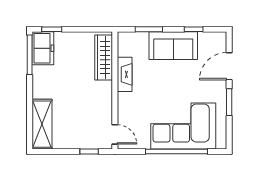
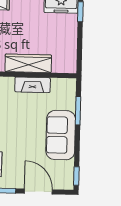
window: (194, 29) -> (76, 176), moved
wardrobe: (104, 58) -> (28, 63), moved

